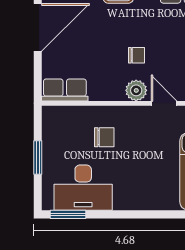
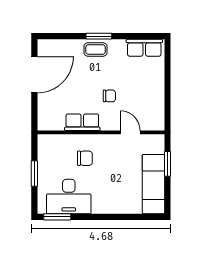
row of seats: (65, 90) -> (82, 122), moved
plant: (136, 90) -> (109, 123), removed

